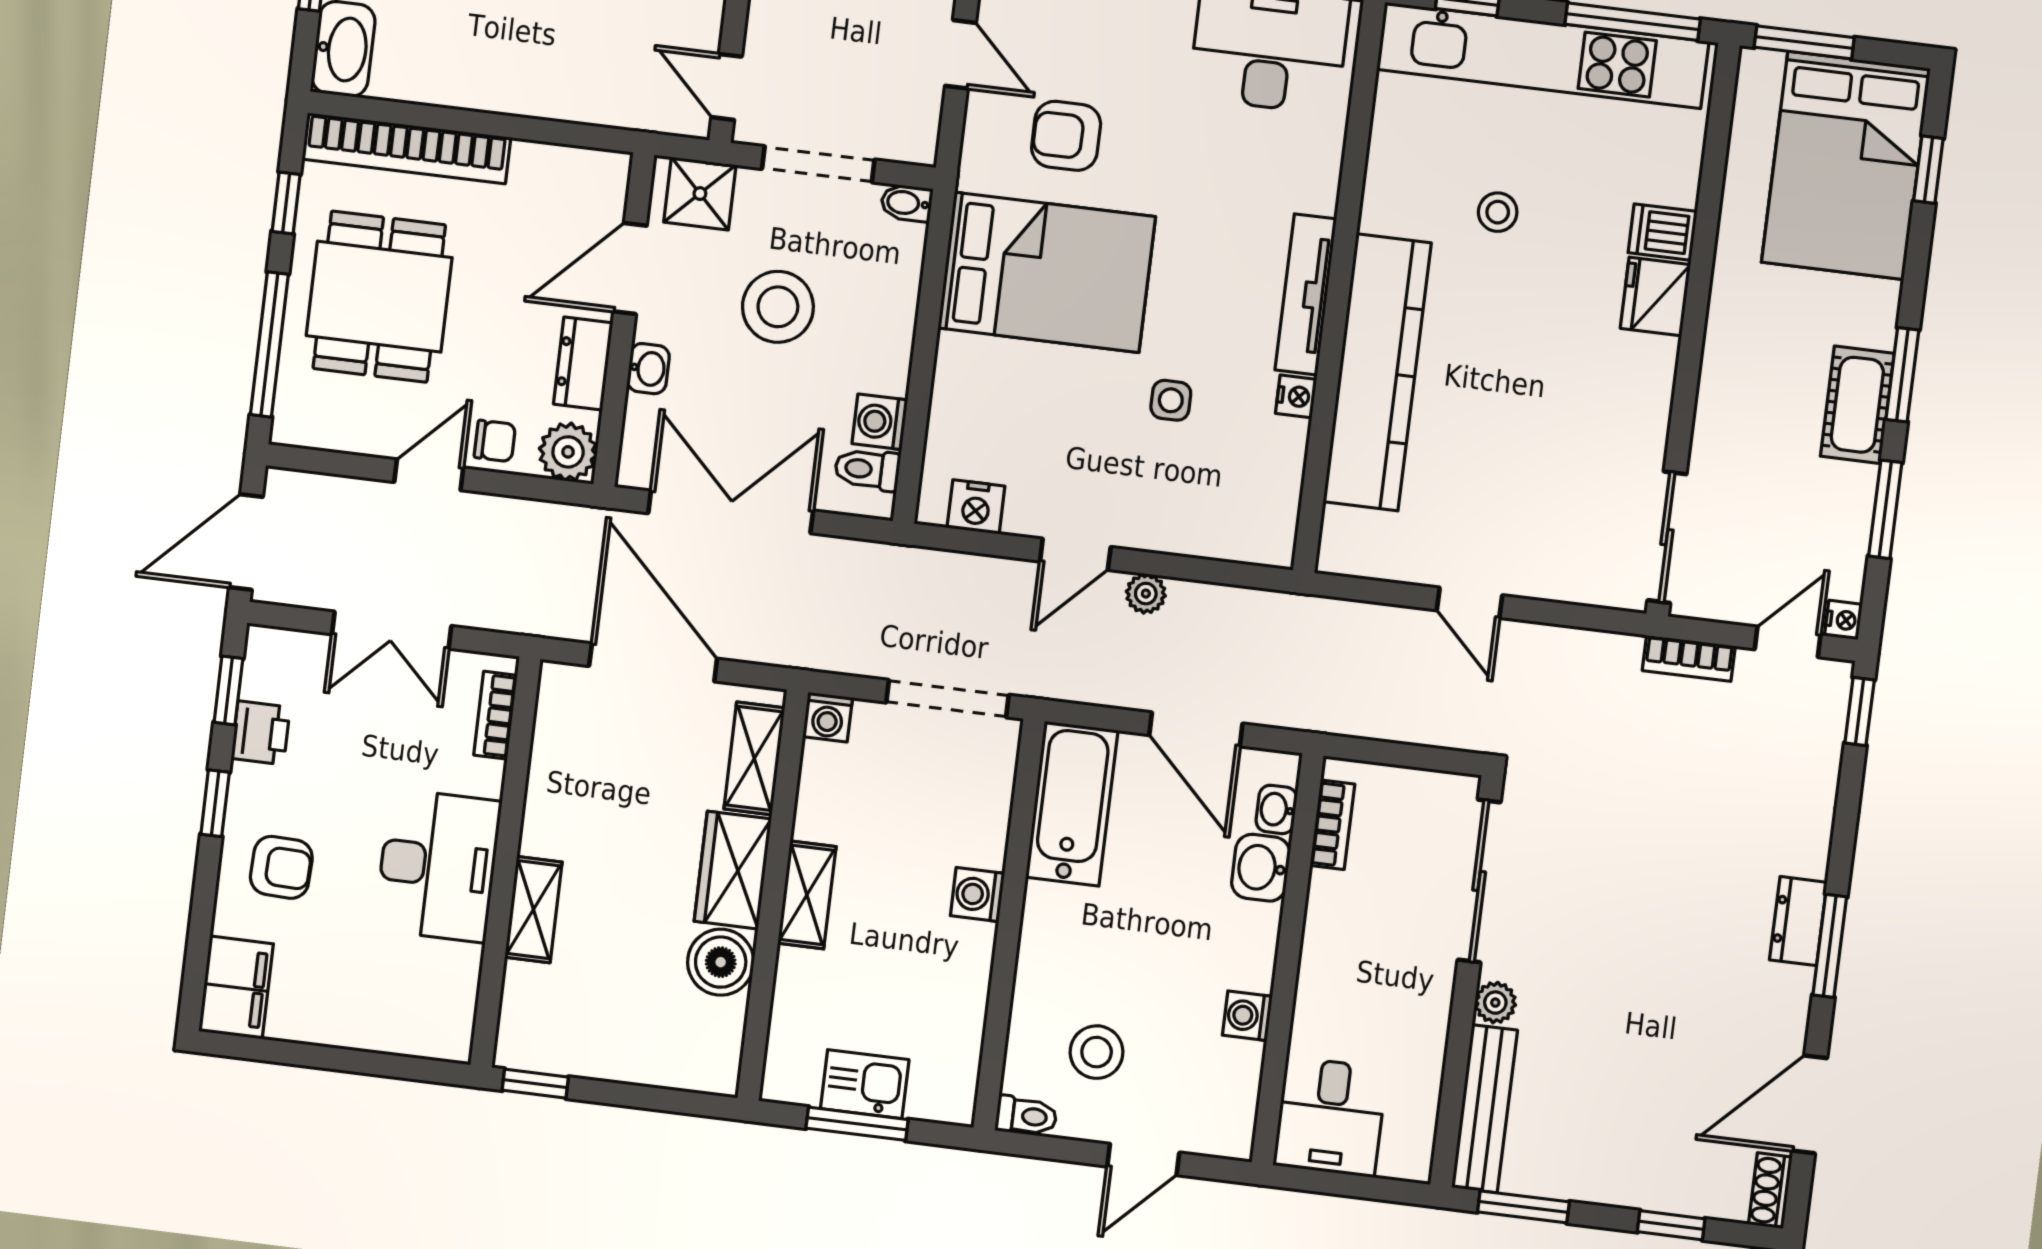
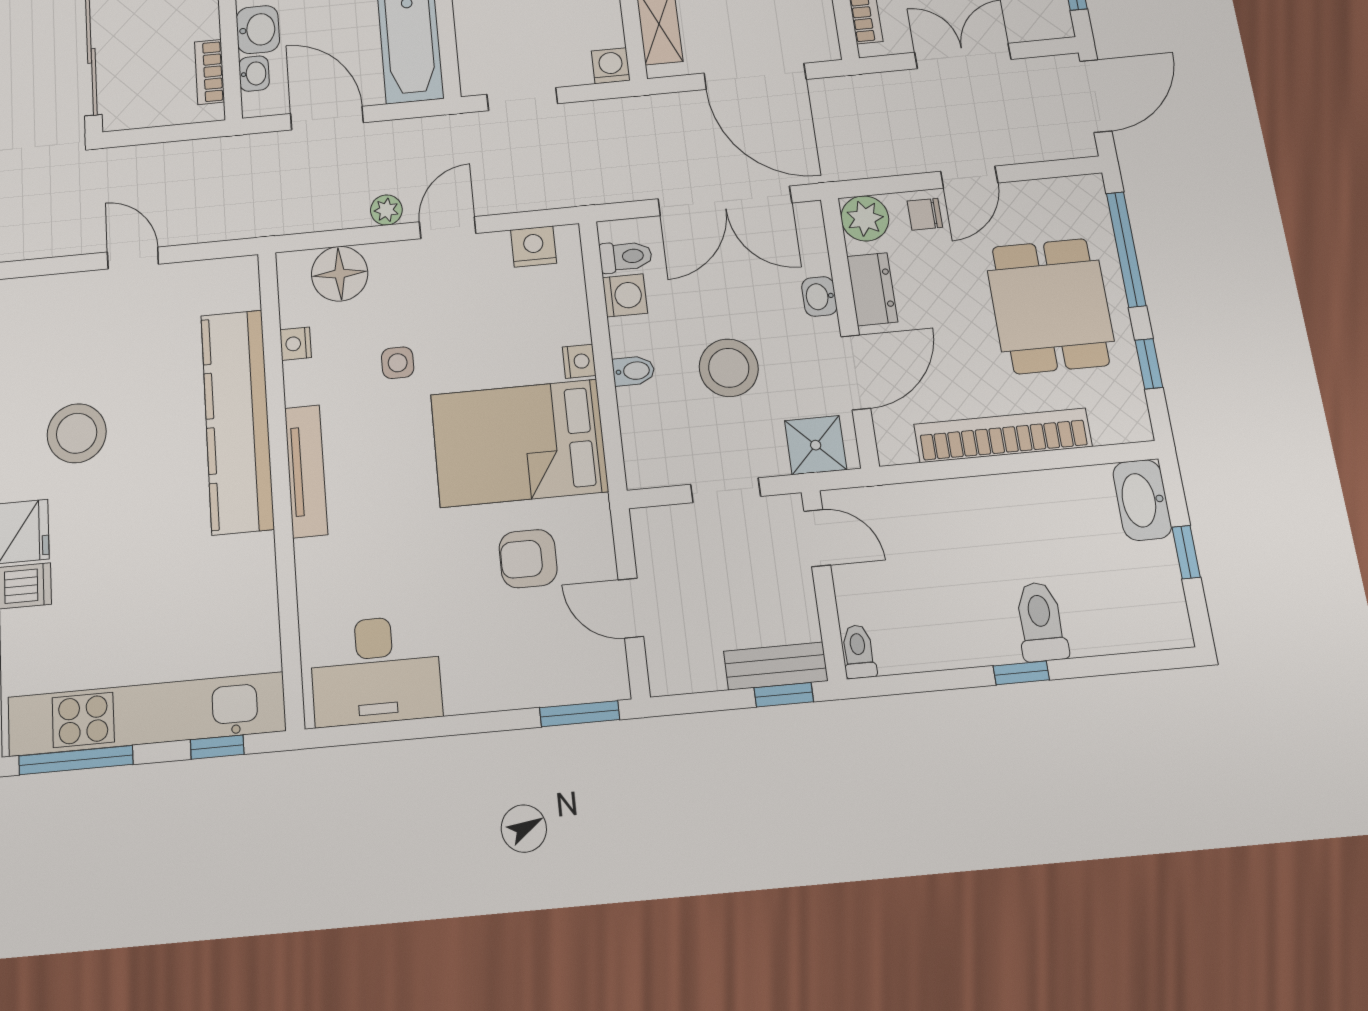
armchair: (1066, 136) -> (528, 559), turned 180
bookcase: (406, 148) -> (1003, 435), moved
doorway: (818, 164) -> (726, 490), width x0.73
bidet: (907, 203) -> (634, 371), moved
stool: (1498, 212) -> (77, 433), moved, width x1.89, depth x1.89
nightstand: (953, 354) -> (579, 361), added
nightstand: (1296, 396) -> (296, 344), moved
floor lamp: (1219, 526) -> (340, 274), added
doorway: (947, 699) -> (522, 99), width x0.73

